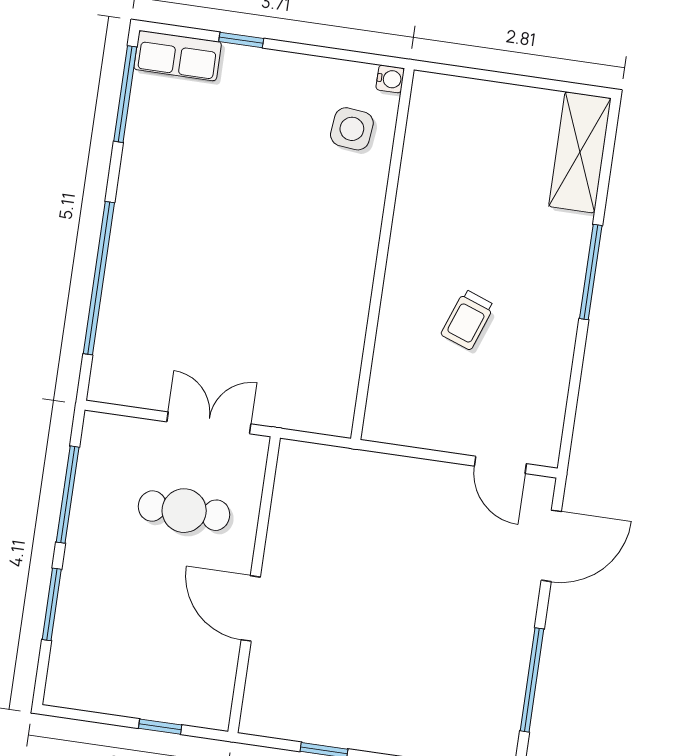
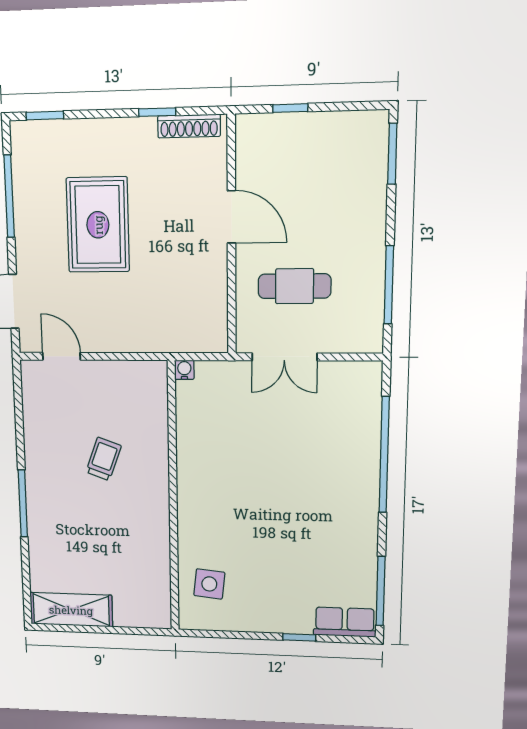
water cooler: (390, 79) -> (184, 370), moved, turned 90
shelving: (580, 152) -> (71, 610), moved, turned 90
window: (52, 604) -> (392, 154), moved
rug: (422, 626) -> (98, 225), added
shoe rack: (287, 727) -> (189, 126), added

